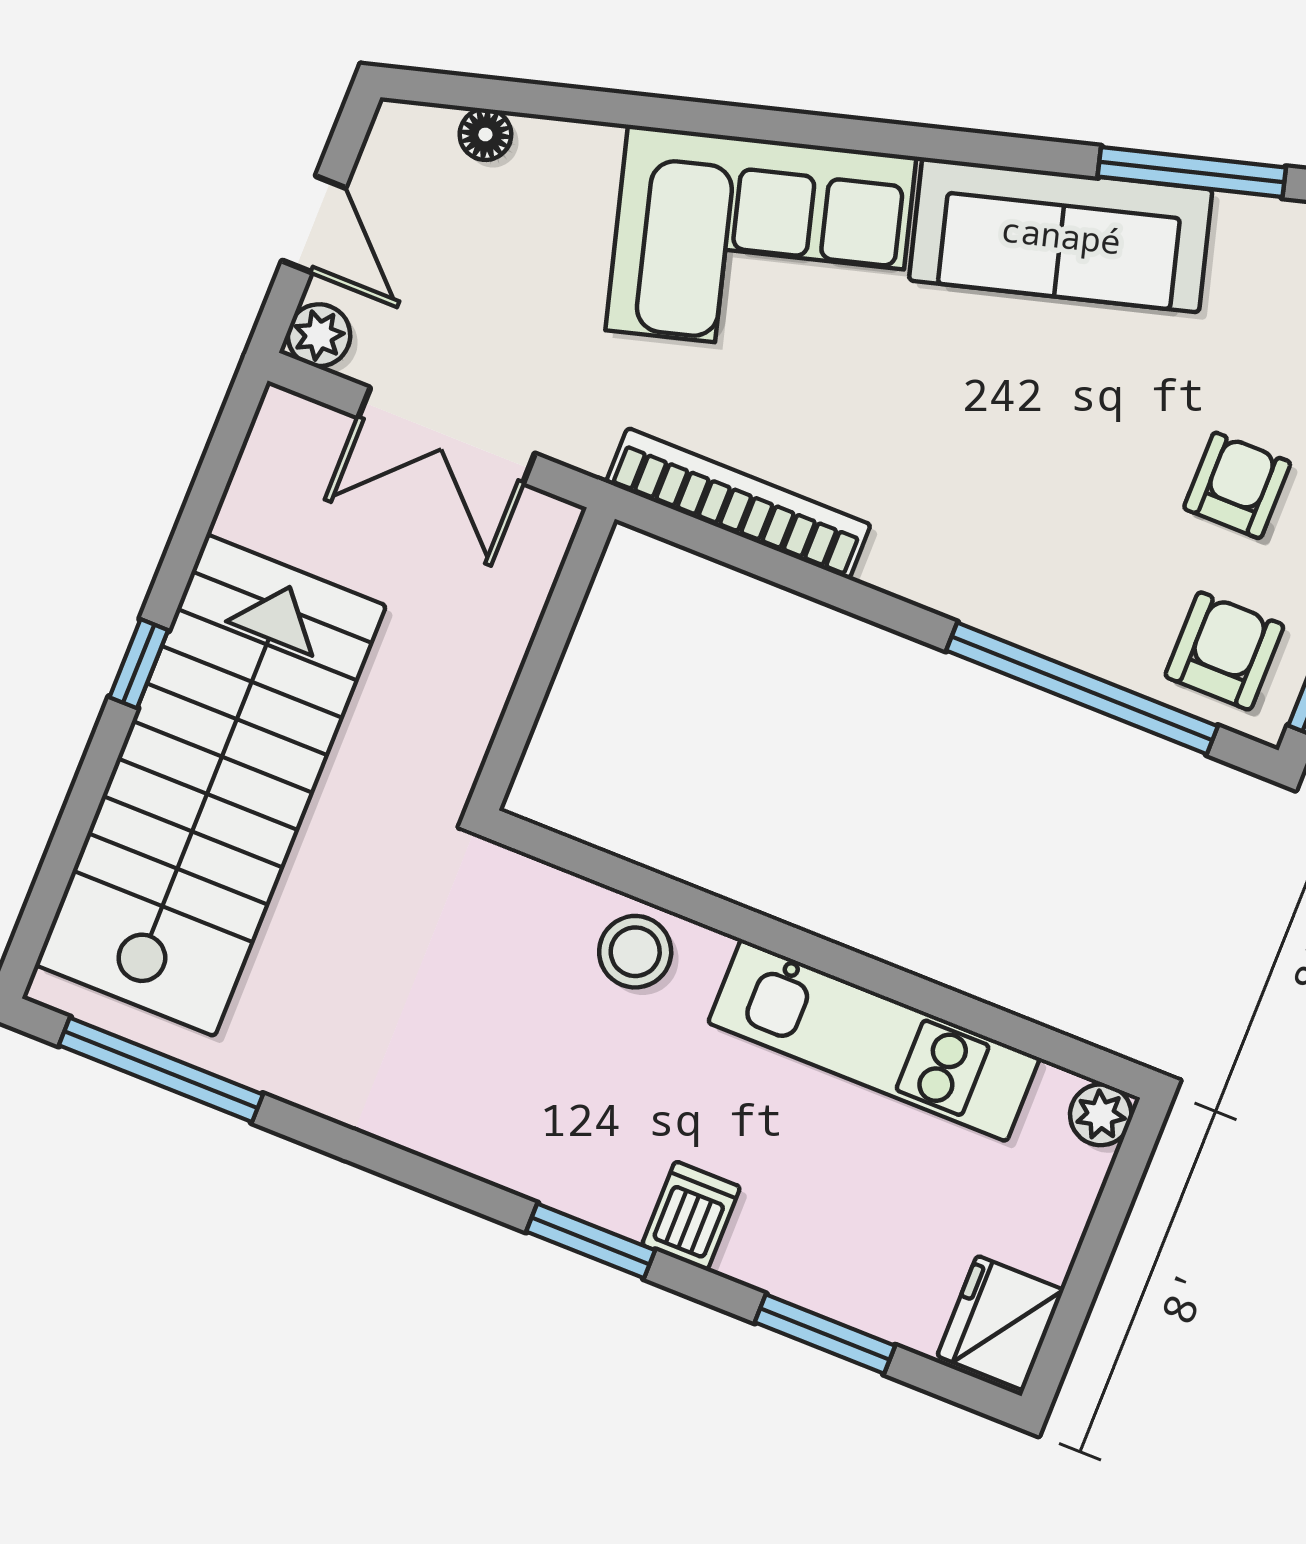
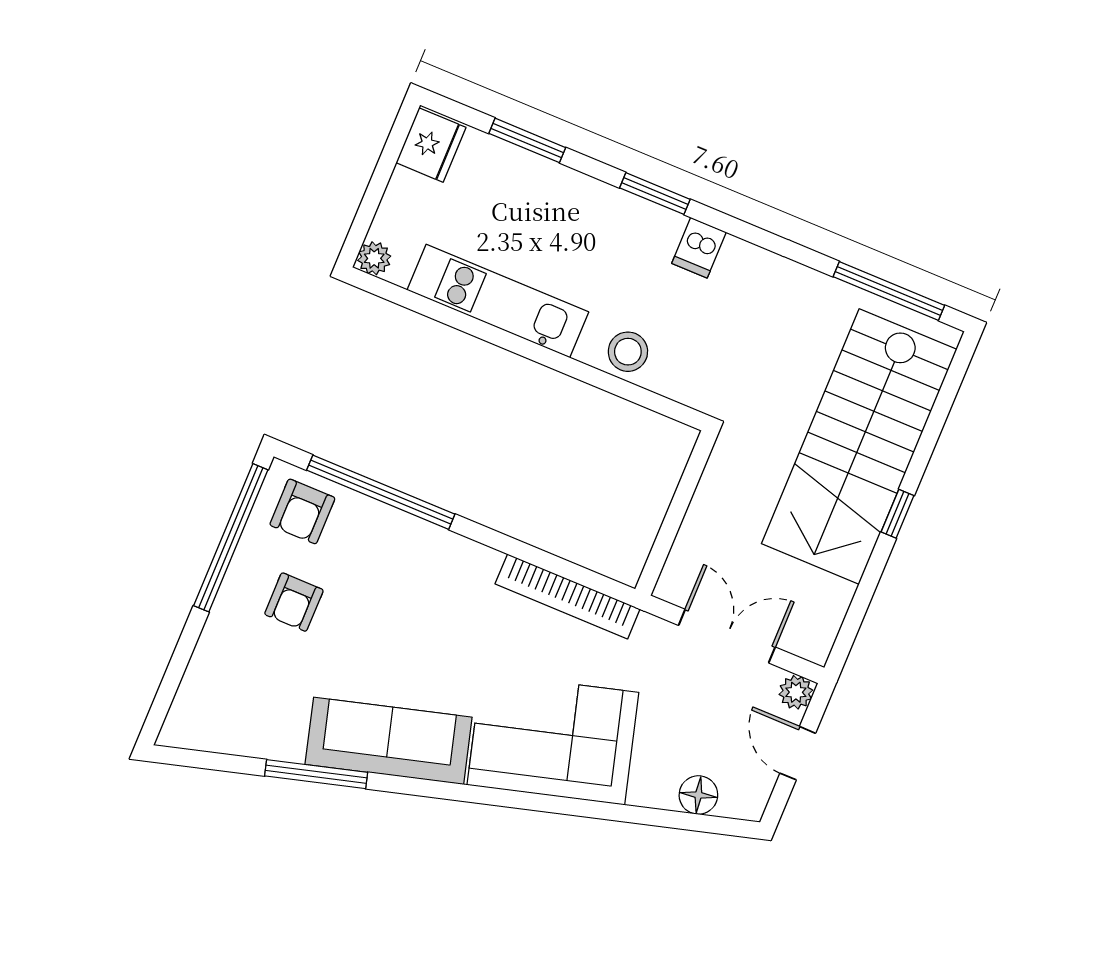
floor lamp: (485, 134) -> (698, 795), width x1.37, depth x1.37
dishwasher: (691, 1216) -> (699, 248), moved

